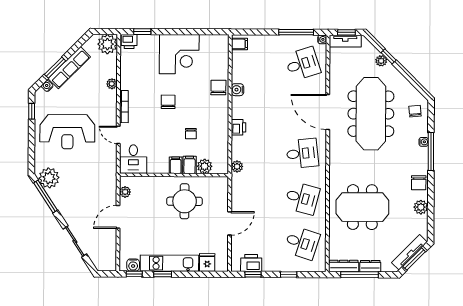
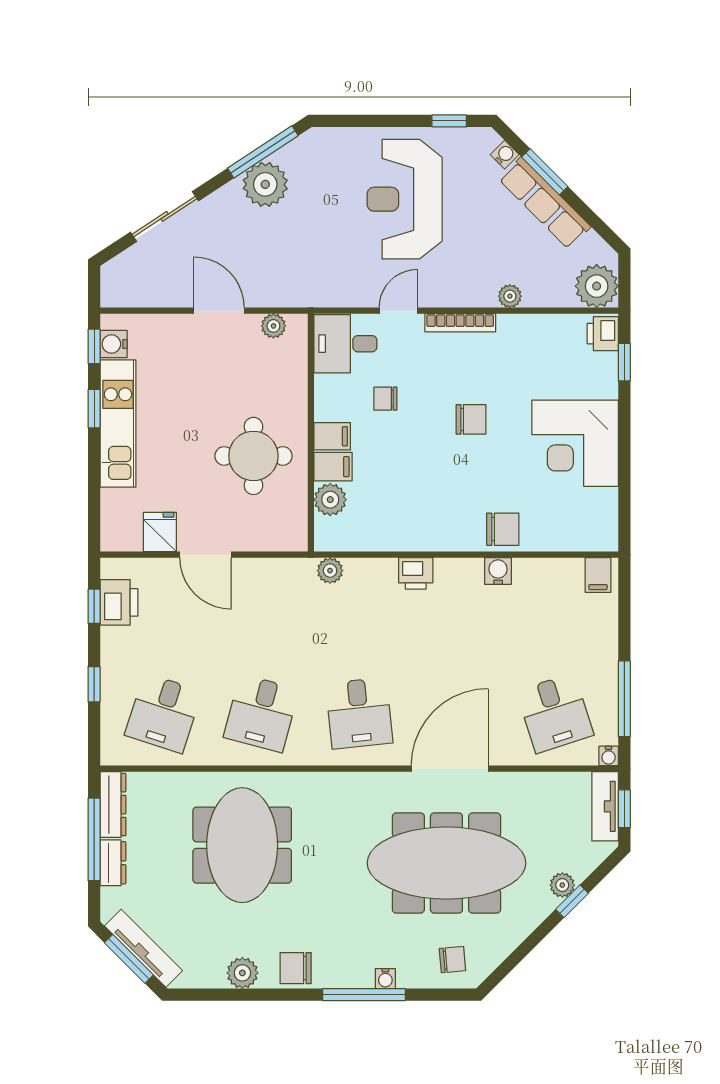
chair: (191, 134) -> (385, 399), moved
plant: (49, 178) -> (265, 184), moved
fridge: (207, 262) -> (160, 532), moved, turned -90

